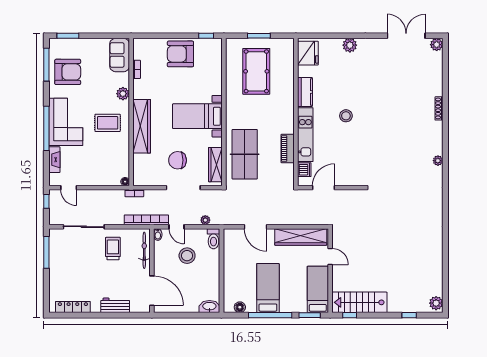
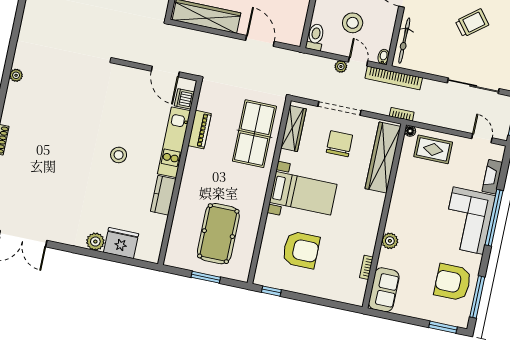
fridge: (308, 53) -> (121, 243), moved, turned 90
armchair: (180, 54) -> (301, 250), moved
rug: (108, 123) -> (433, 149), moved
wardrobe: (142, 126) -> (383, 158), moved
chair: (178, 160) -> (339, 144), turned -90
door: (324, 188) -> (165, 72), hinge flipped
plant: (205, 220) -> (341, 66), moved
trolley: (113, 249) -> (472, 23), moved, turned -128

